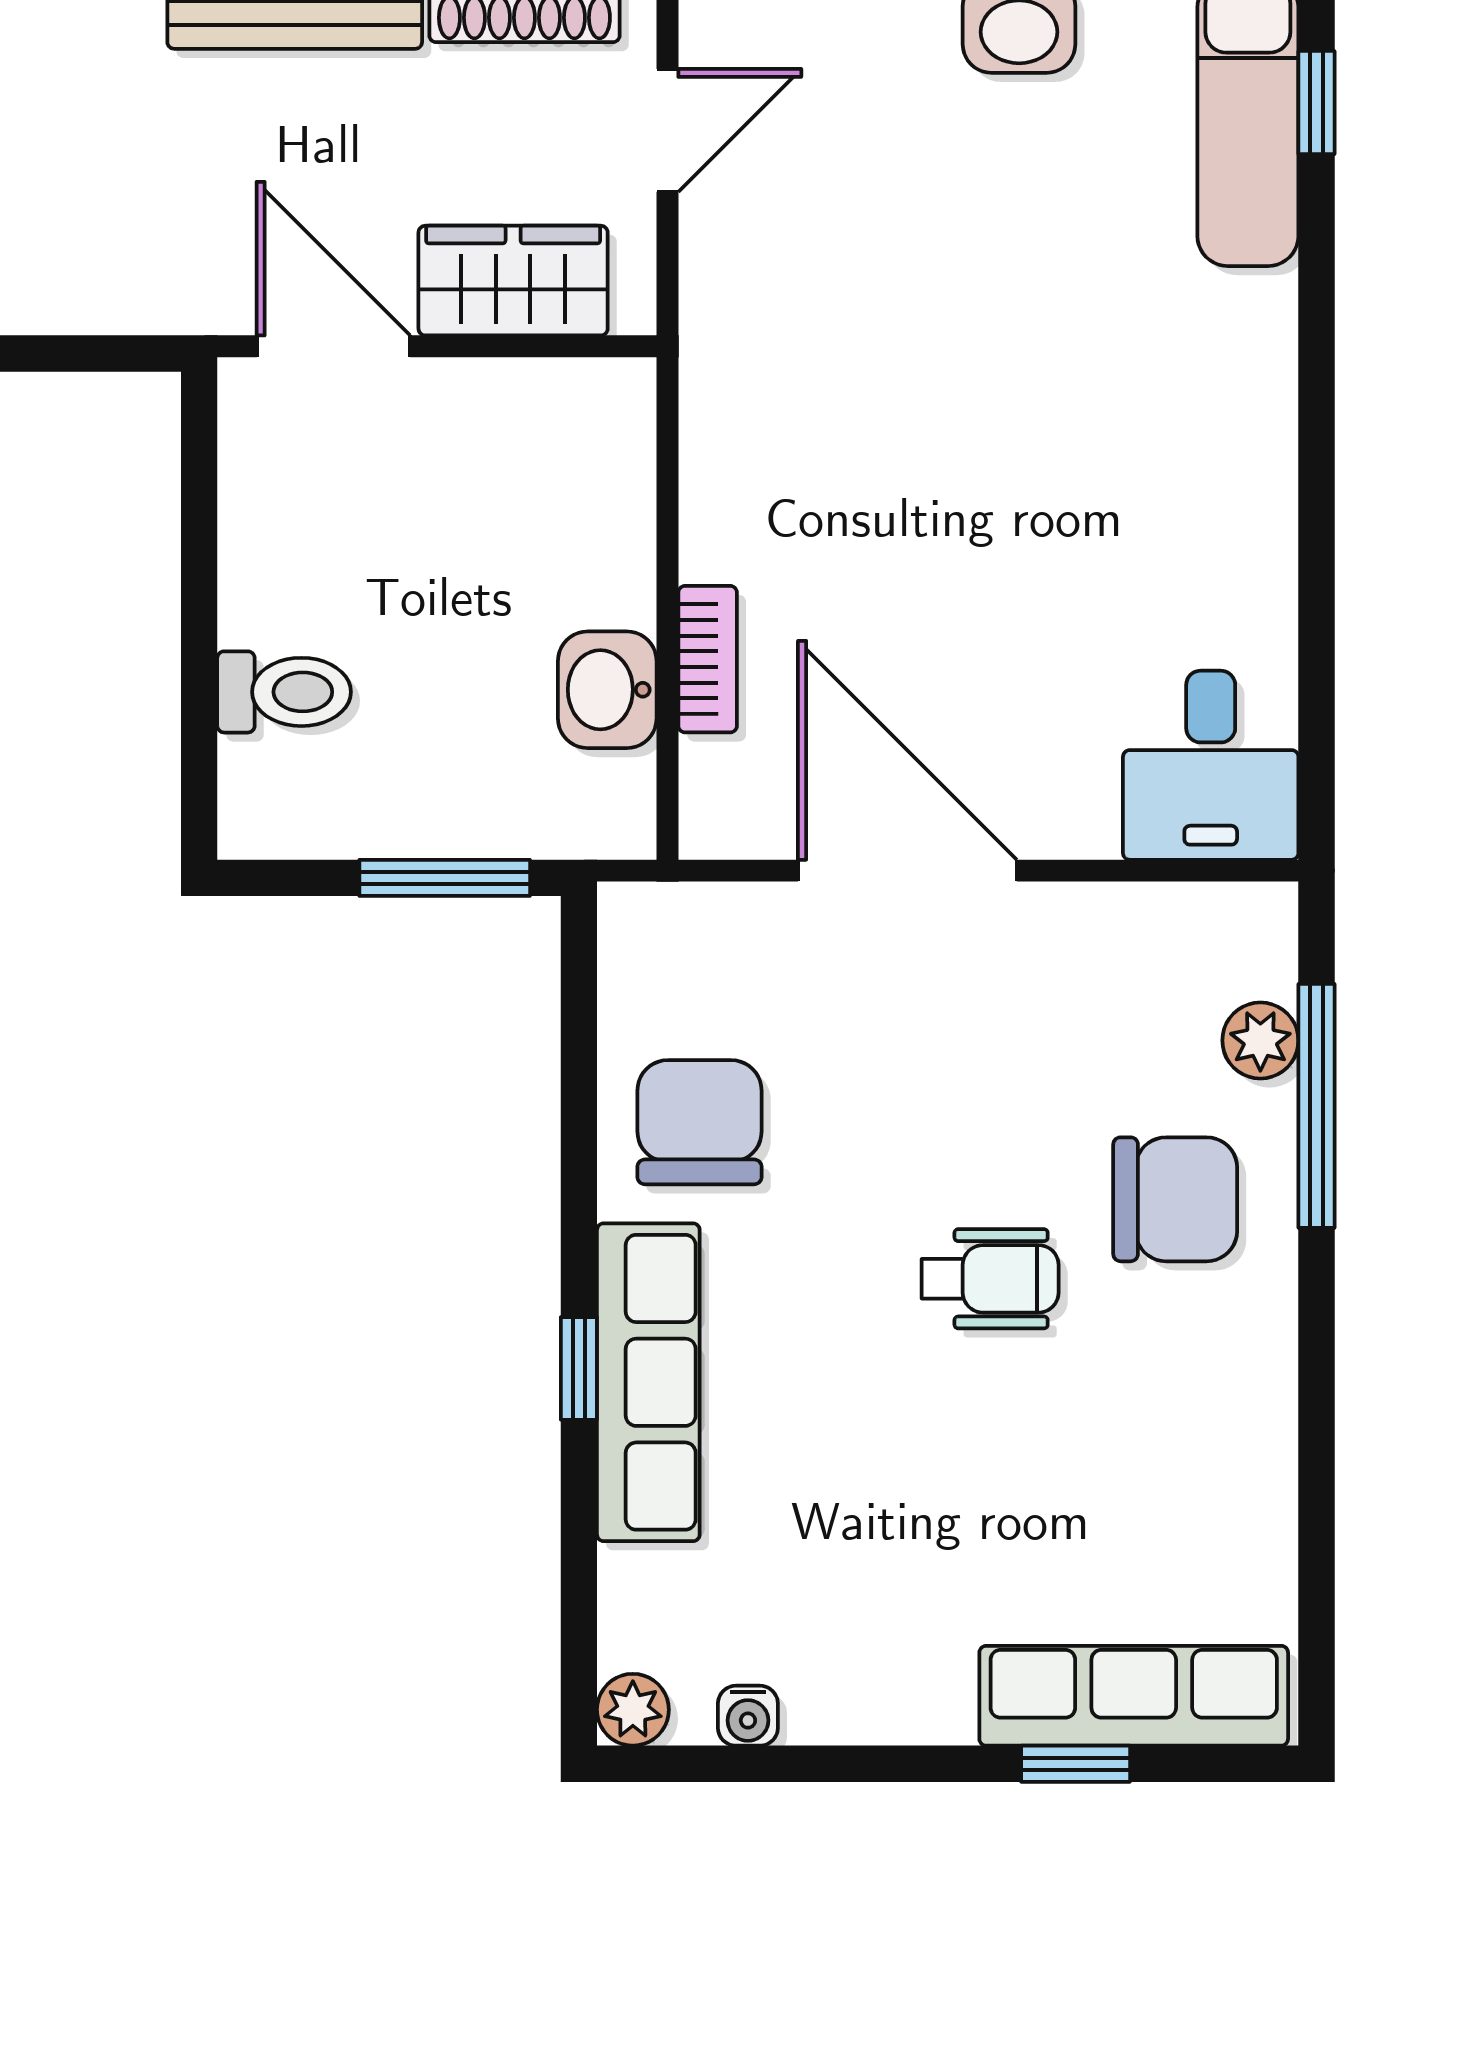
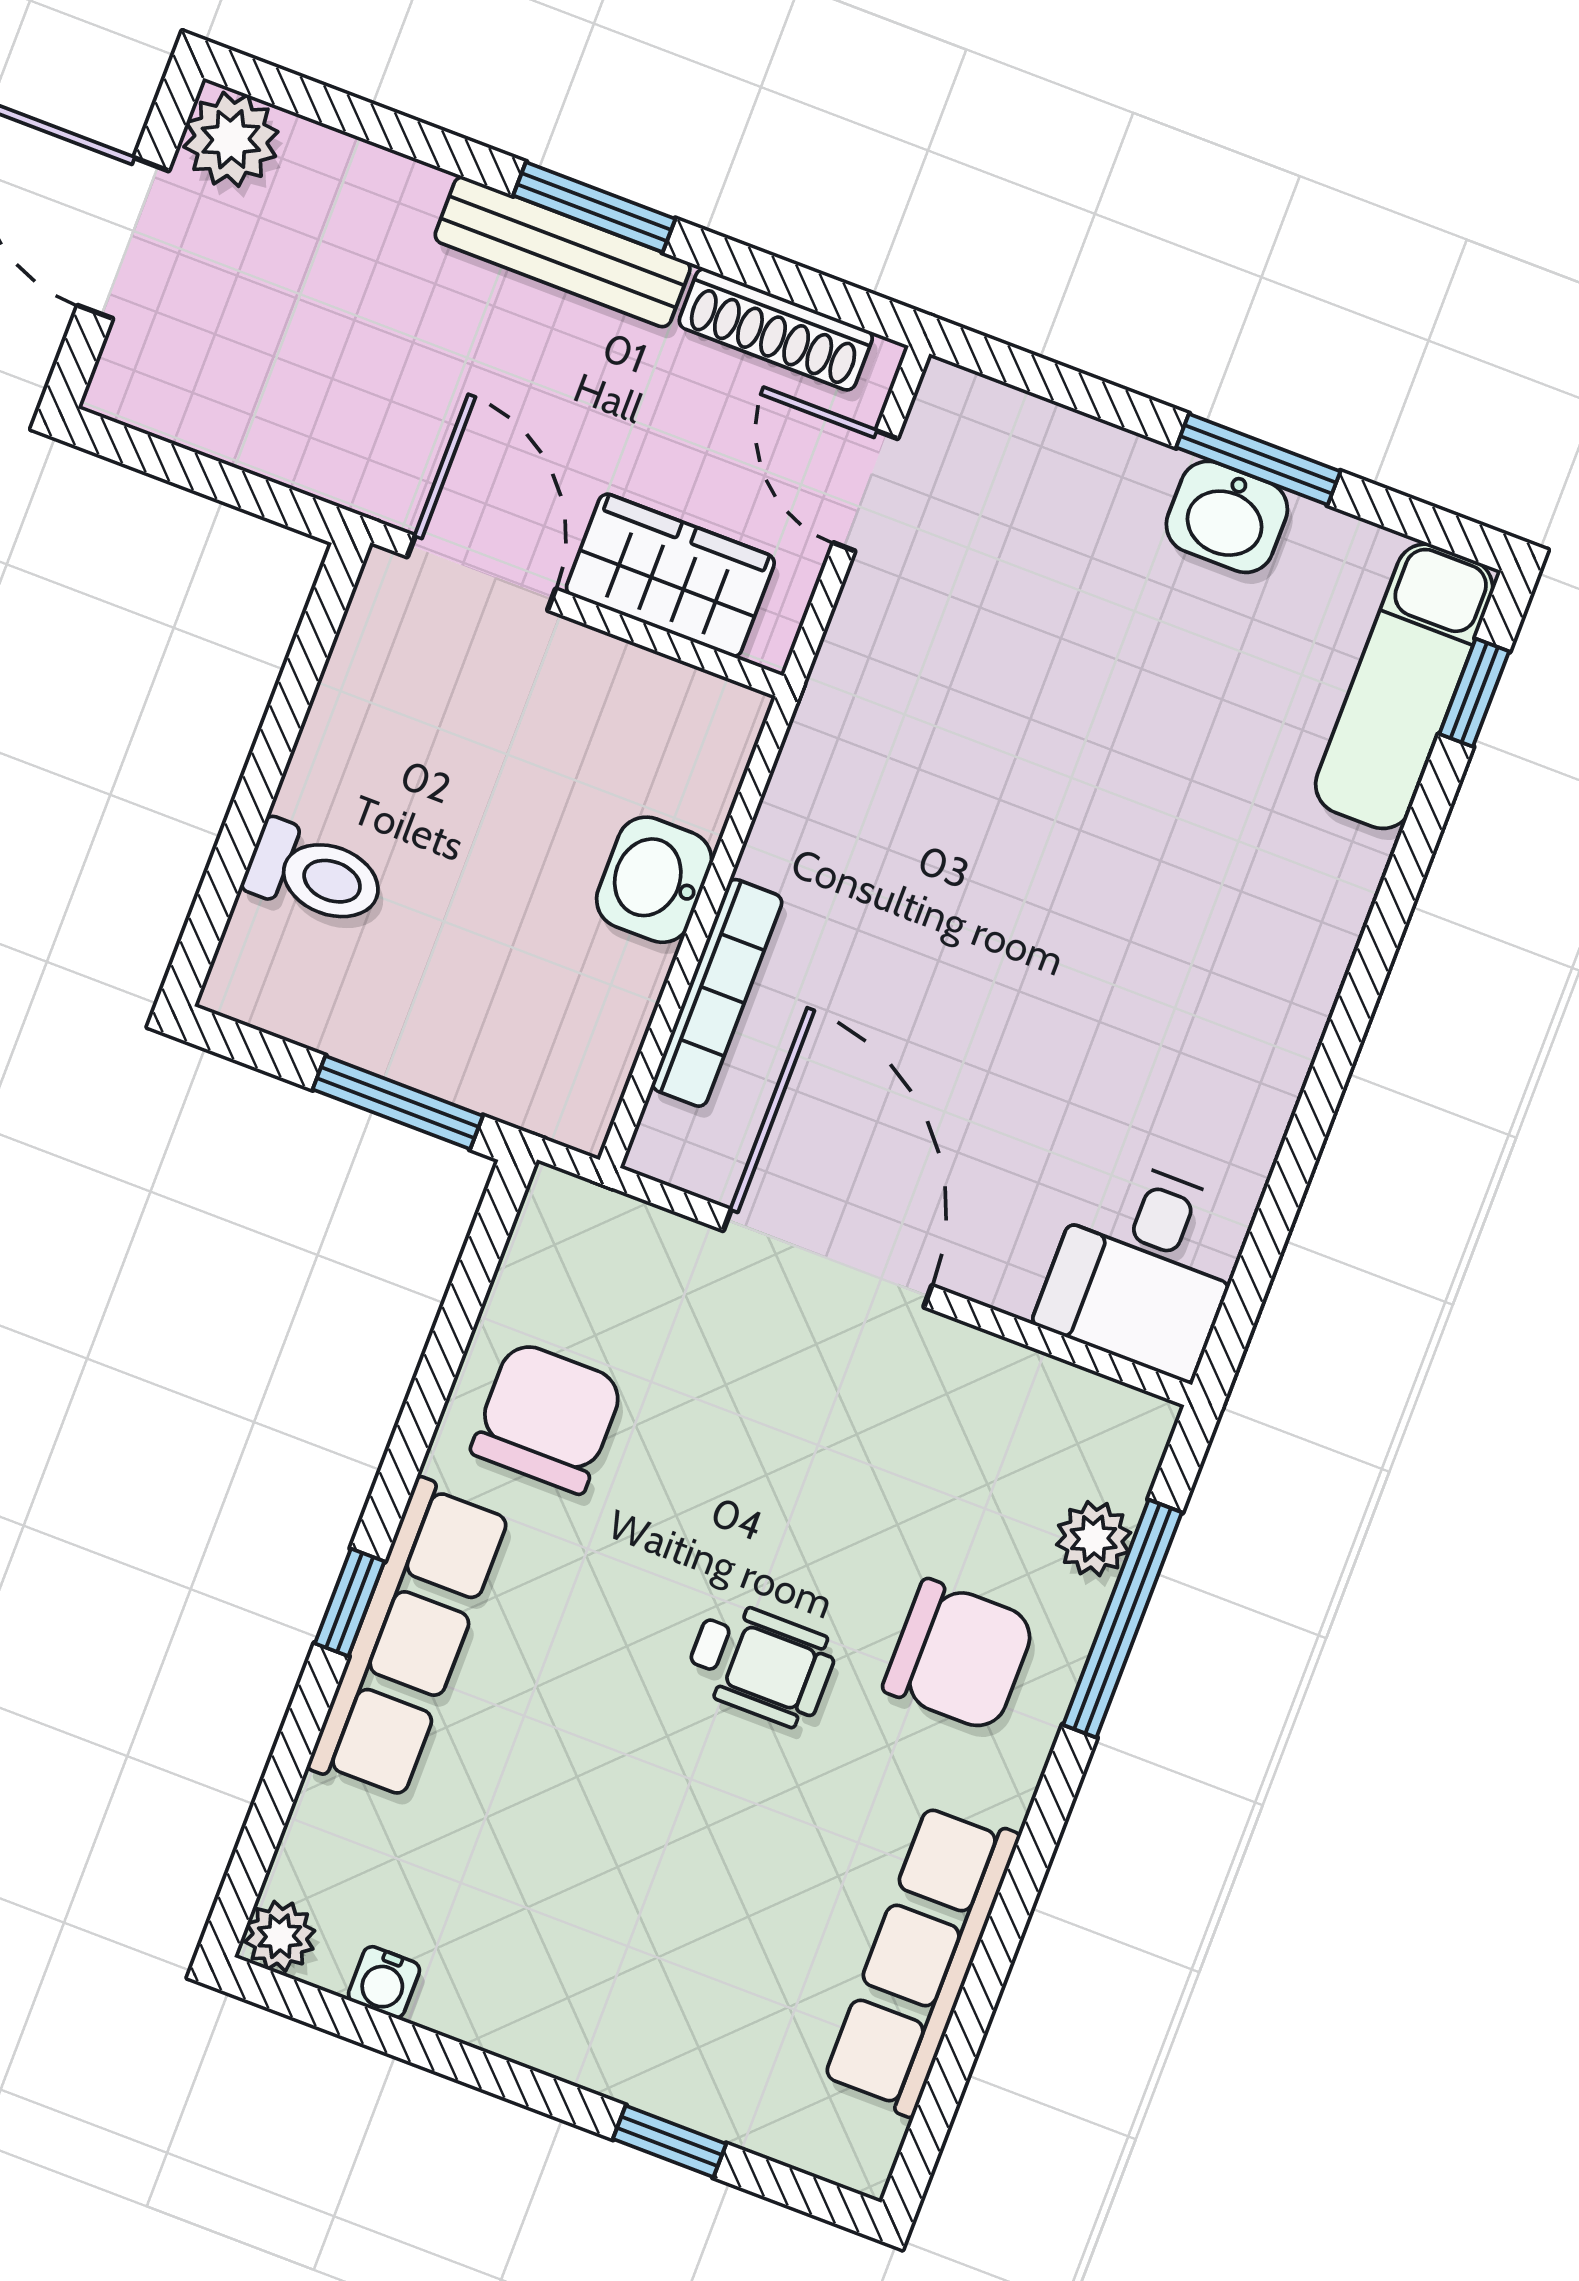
door: (667, 130) -> (865, 491), swing flipped
bookcase: (708, 659) -> (717, 993), width x1.56
washbasin: (607, 690) -> (654, 880), moved
row of seats: (1134, 1696) -> (921, 1959), moved, turned -90

